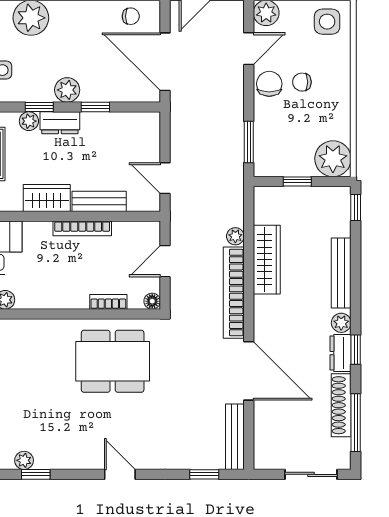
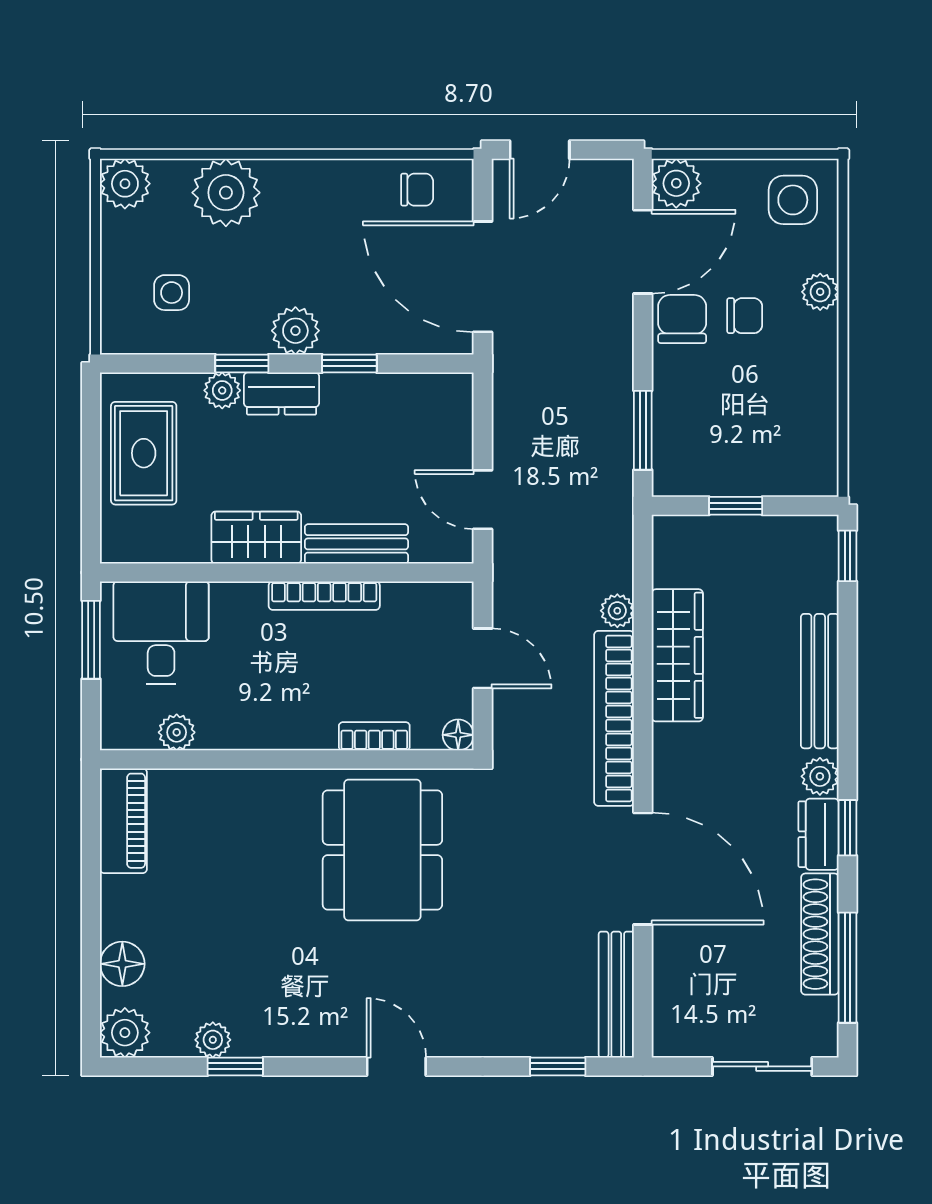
door: (249, 49) -> (643, 252), width x1.38
chair: (302, 82) -> (745, 316), turned 180
plant: (333, 159) -> (820, 292), moved, width x0.53, depth x0.53
door: (165, 261) -> (483, 658), swing flipped
dining table: (113, 361) -> (382, 850), turned 90

